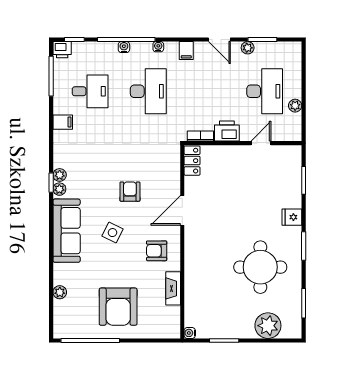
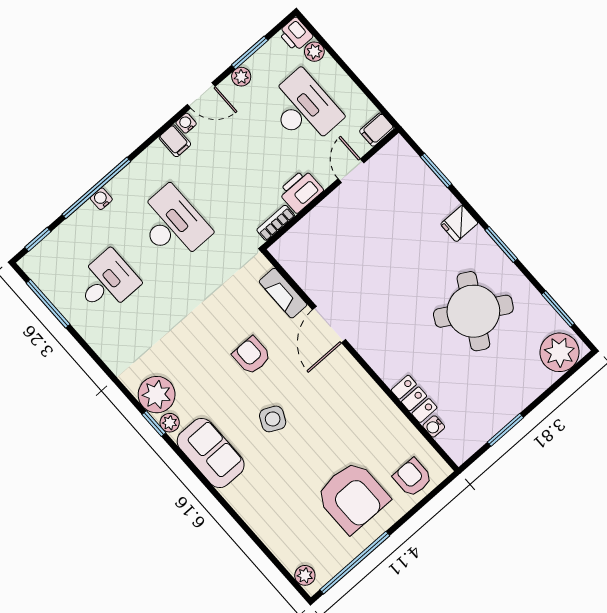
water cooler: (158, 47) -> (186, 123), moved
printer: (62, 50) -> (296, 34), moved, turned 90
plant: (295, 106) -> (314, 52), moved
filing cabinet: (63, 122) -> (377, 130), moved, turned 180
locker: (192, 161) -> (414, 399), moved
plant: (60, 175) -> (157, 395), width x1.87, depth x1.87
sofa: (67, 231) -> (211, 453), width x0.73
armchair: (157, 251) -> (412, 478), moved, turned 90
round table: (260, 267) -> (473, 311), turned 30
fireplace: (173, 288) -> (283, 293), moved
plant: (60, 292) -> (305, 575), moved
plant: (268, 326) -> (559, 352), moved
water cooler: (190, 333) -> (434, 426), moved

